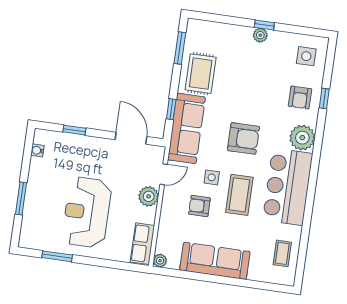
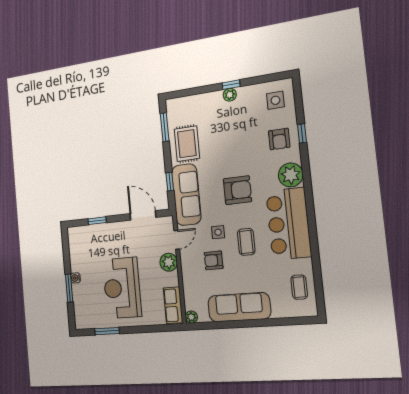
water cooler: (37, 150) -> (76, 278), moved
coffee table: (239, 195) -> (246, 242), width x0.73, depth x0.77

